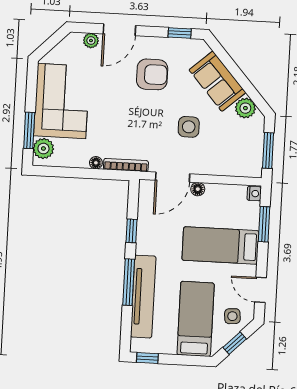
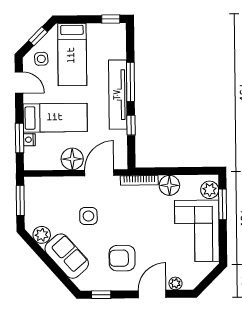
floor lamp: (96, 163) -> (169, 185), width x1.89, depth x1.89
floor lamp: (198, 189) -> (72, 159), width x1.89, depth x1.89
nightstand: (254, 193) -> (29, 140), moved
tv unit: (143, 297) -> (118, 95), moved

